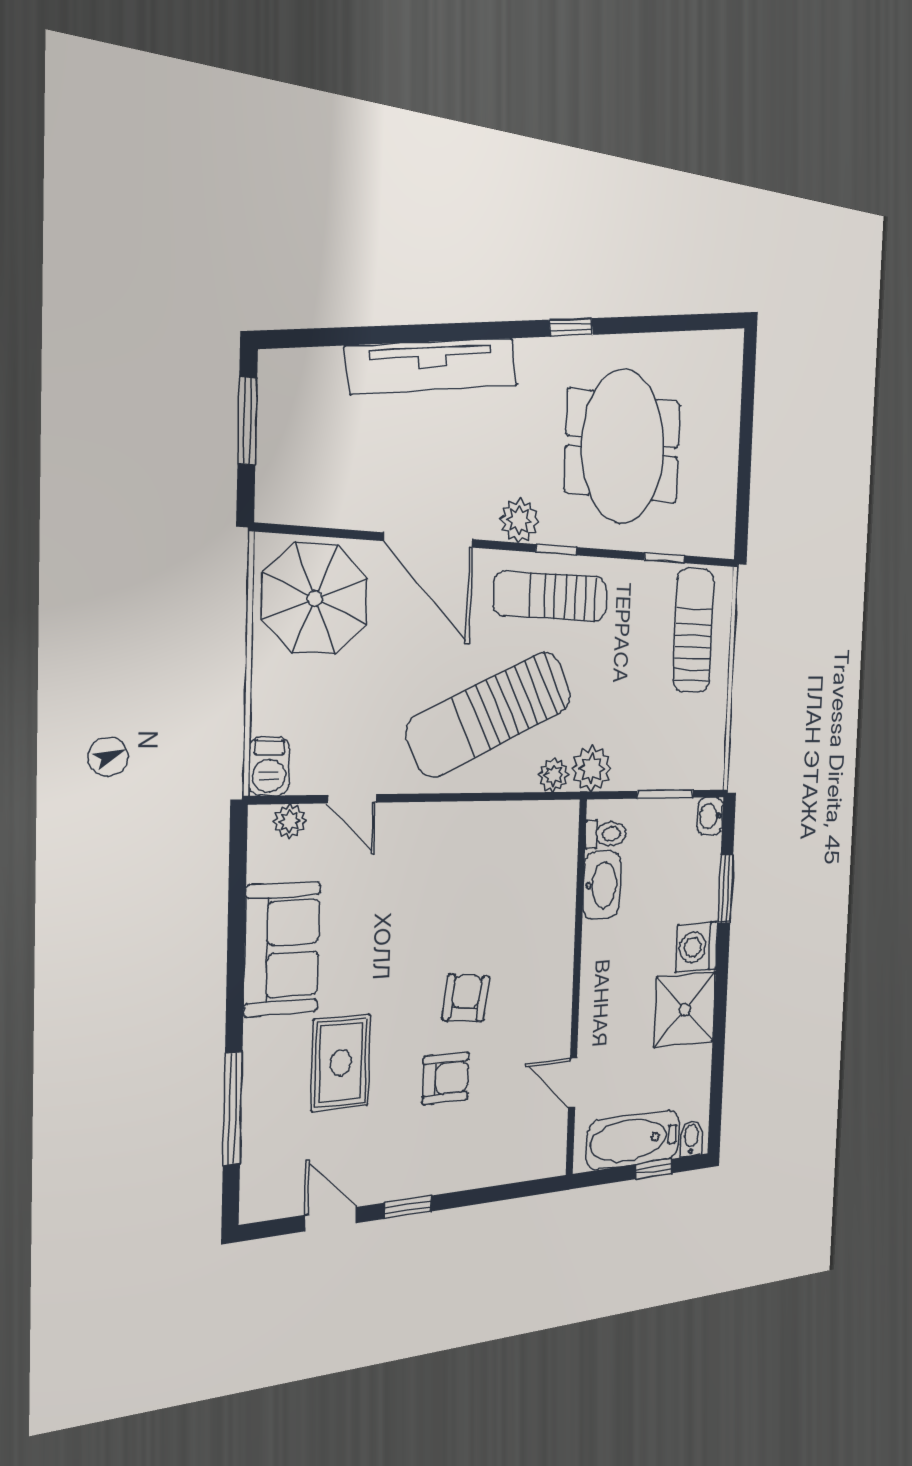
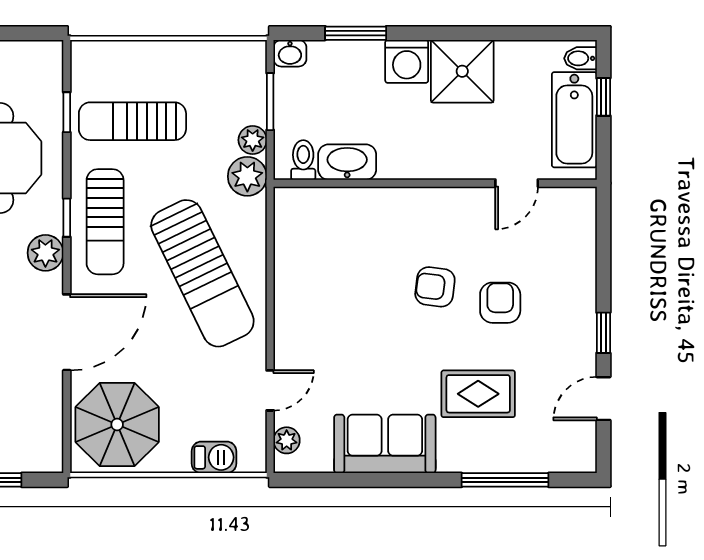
sun lounger: (693, 630) -> (132, 121), moved
barbecue: (269, 766) -> (214, 457), moved
plant: (554, 775) -> (253, 140), moved

